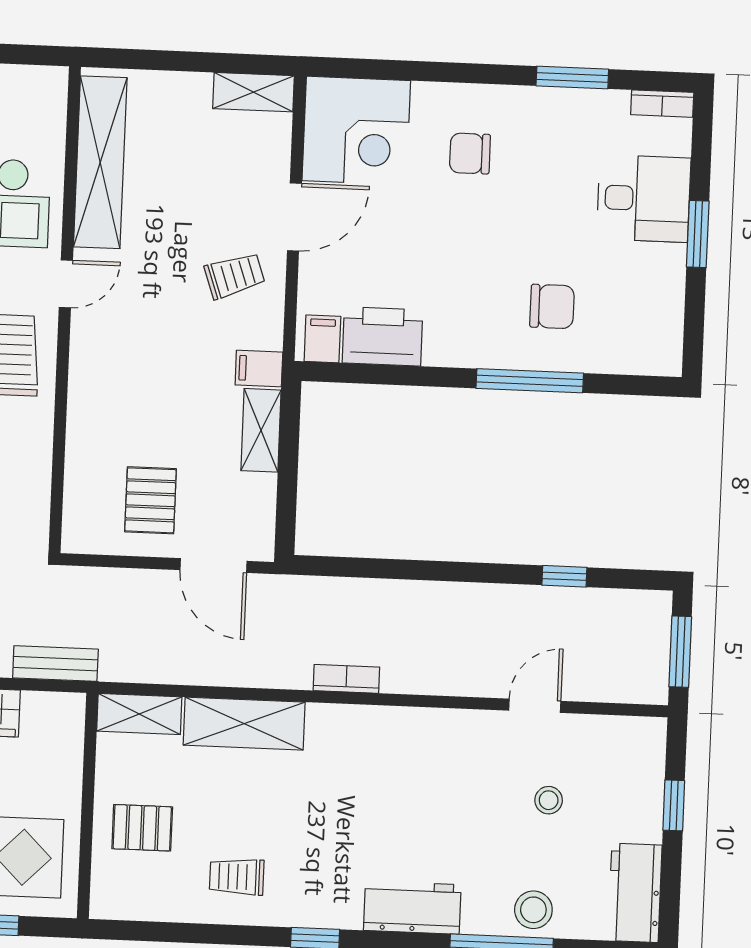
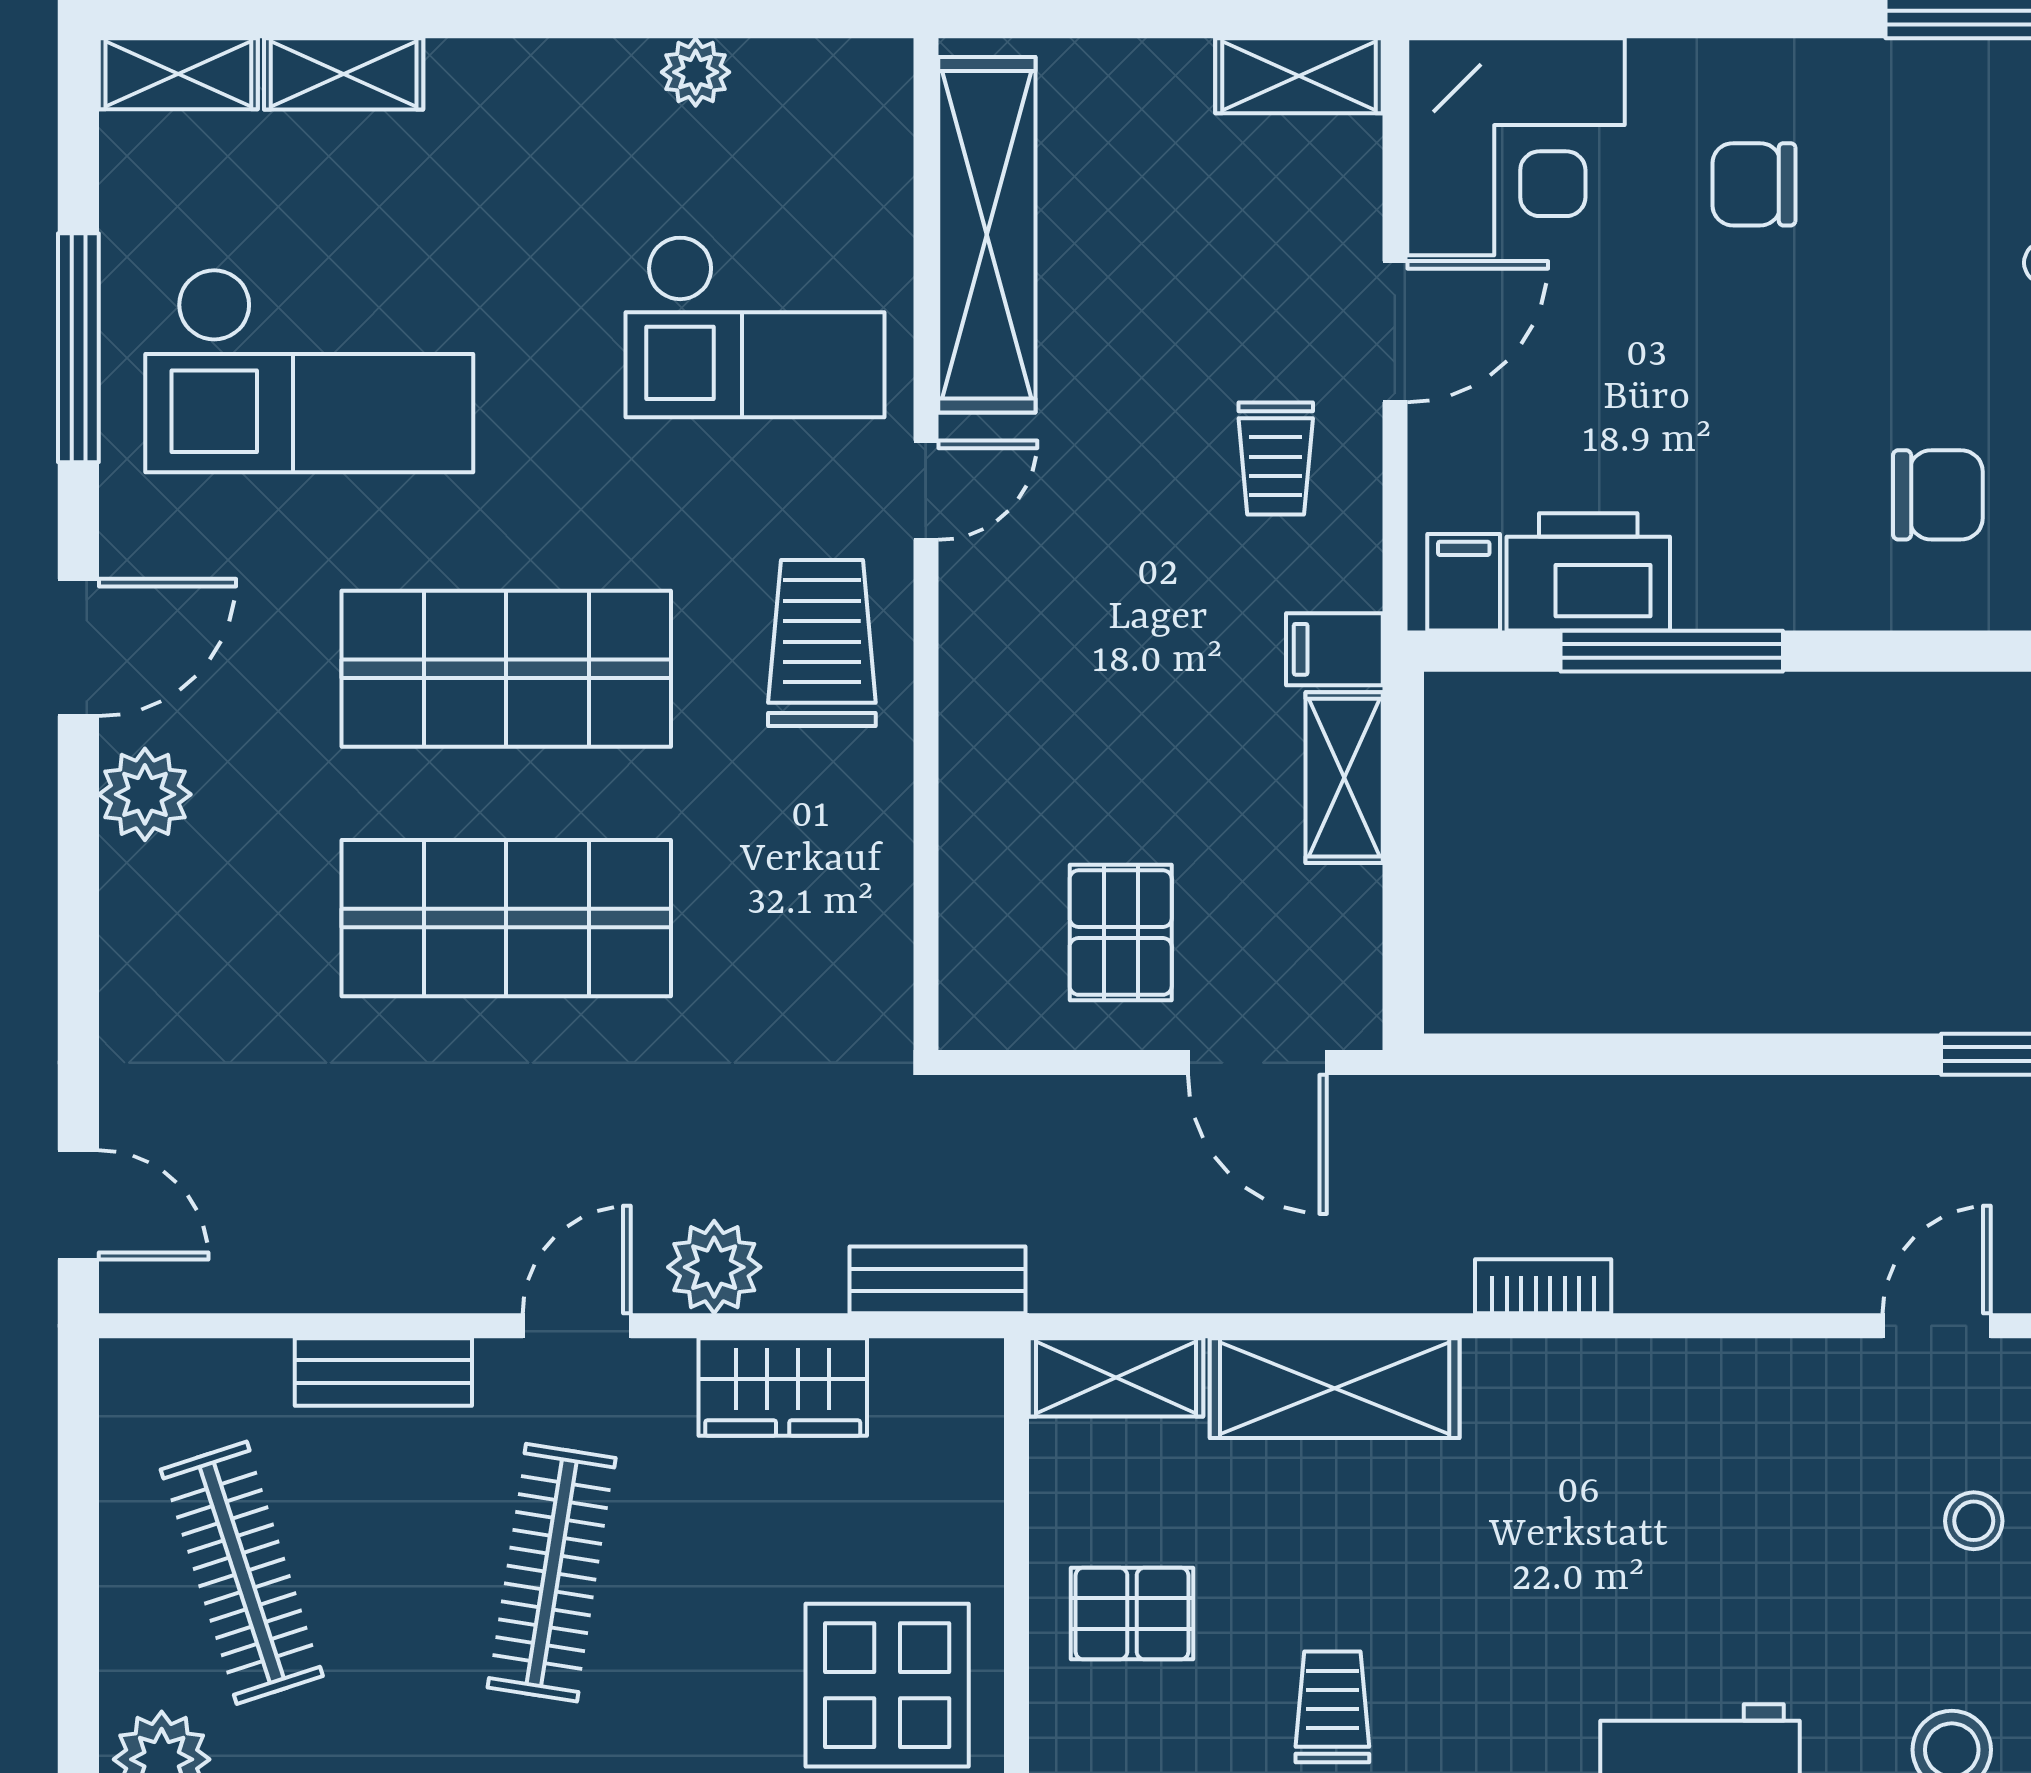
trolley: (235, 276) -> (1276, 459), turned 109
window: (530, 381) -> (1672, 651), moved
trolley: (237, 877) -> (1332, 1707), turned 90

